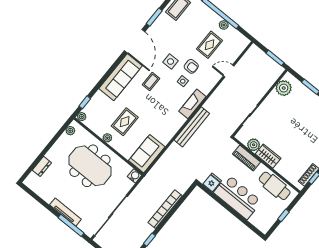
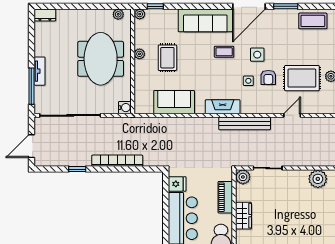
rug: (210, 45) -> (302, 78), width x1.36, depth x1.43
door: (229, 71) -> (292, 115), hinge flipped
fireplace: (192, 104) -> (223, 107), moved
rug: (125, 122) -> (167, 58), turned 90
bench: (192, 127) -> (245, 123), moved
plant: (254, 145) -> (243, 177), moved
sofa: (147, 154) -> (174, 102), moved
dresser: (42, 166) -> (45, 15), moved
tv unit: (65, 212) -> (40, 71), width x0.71

